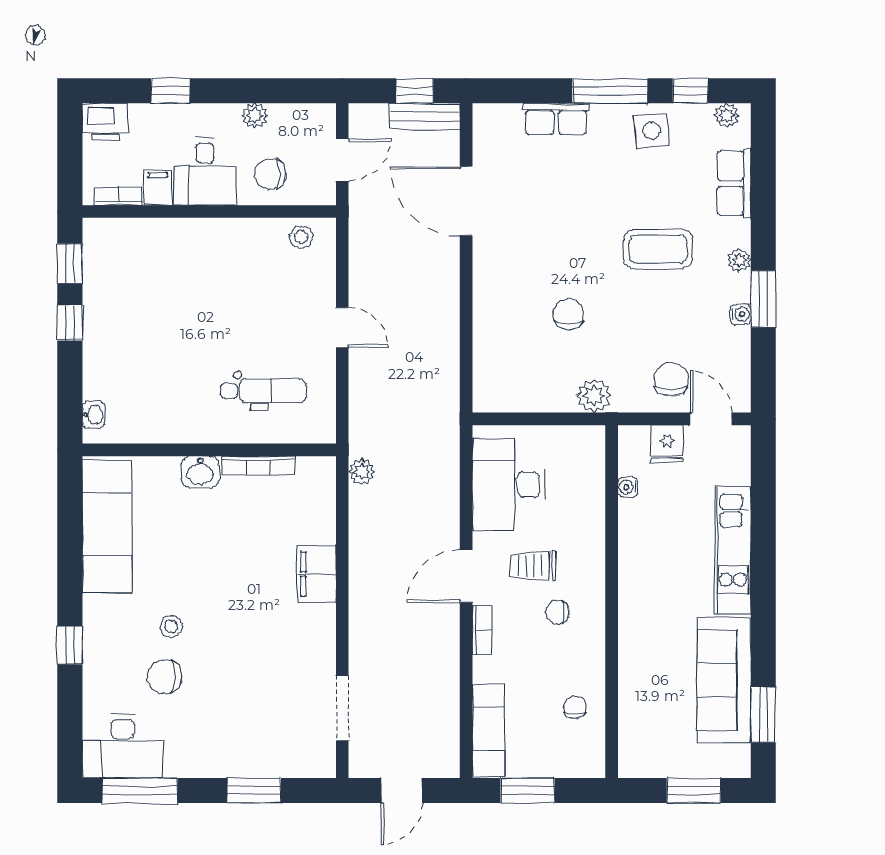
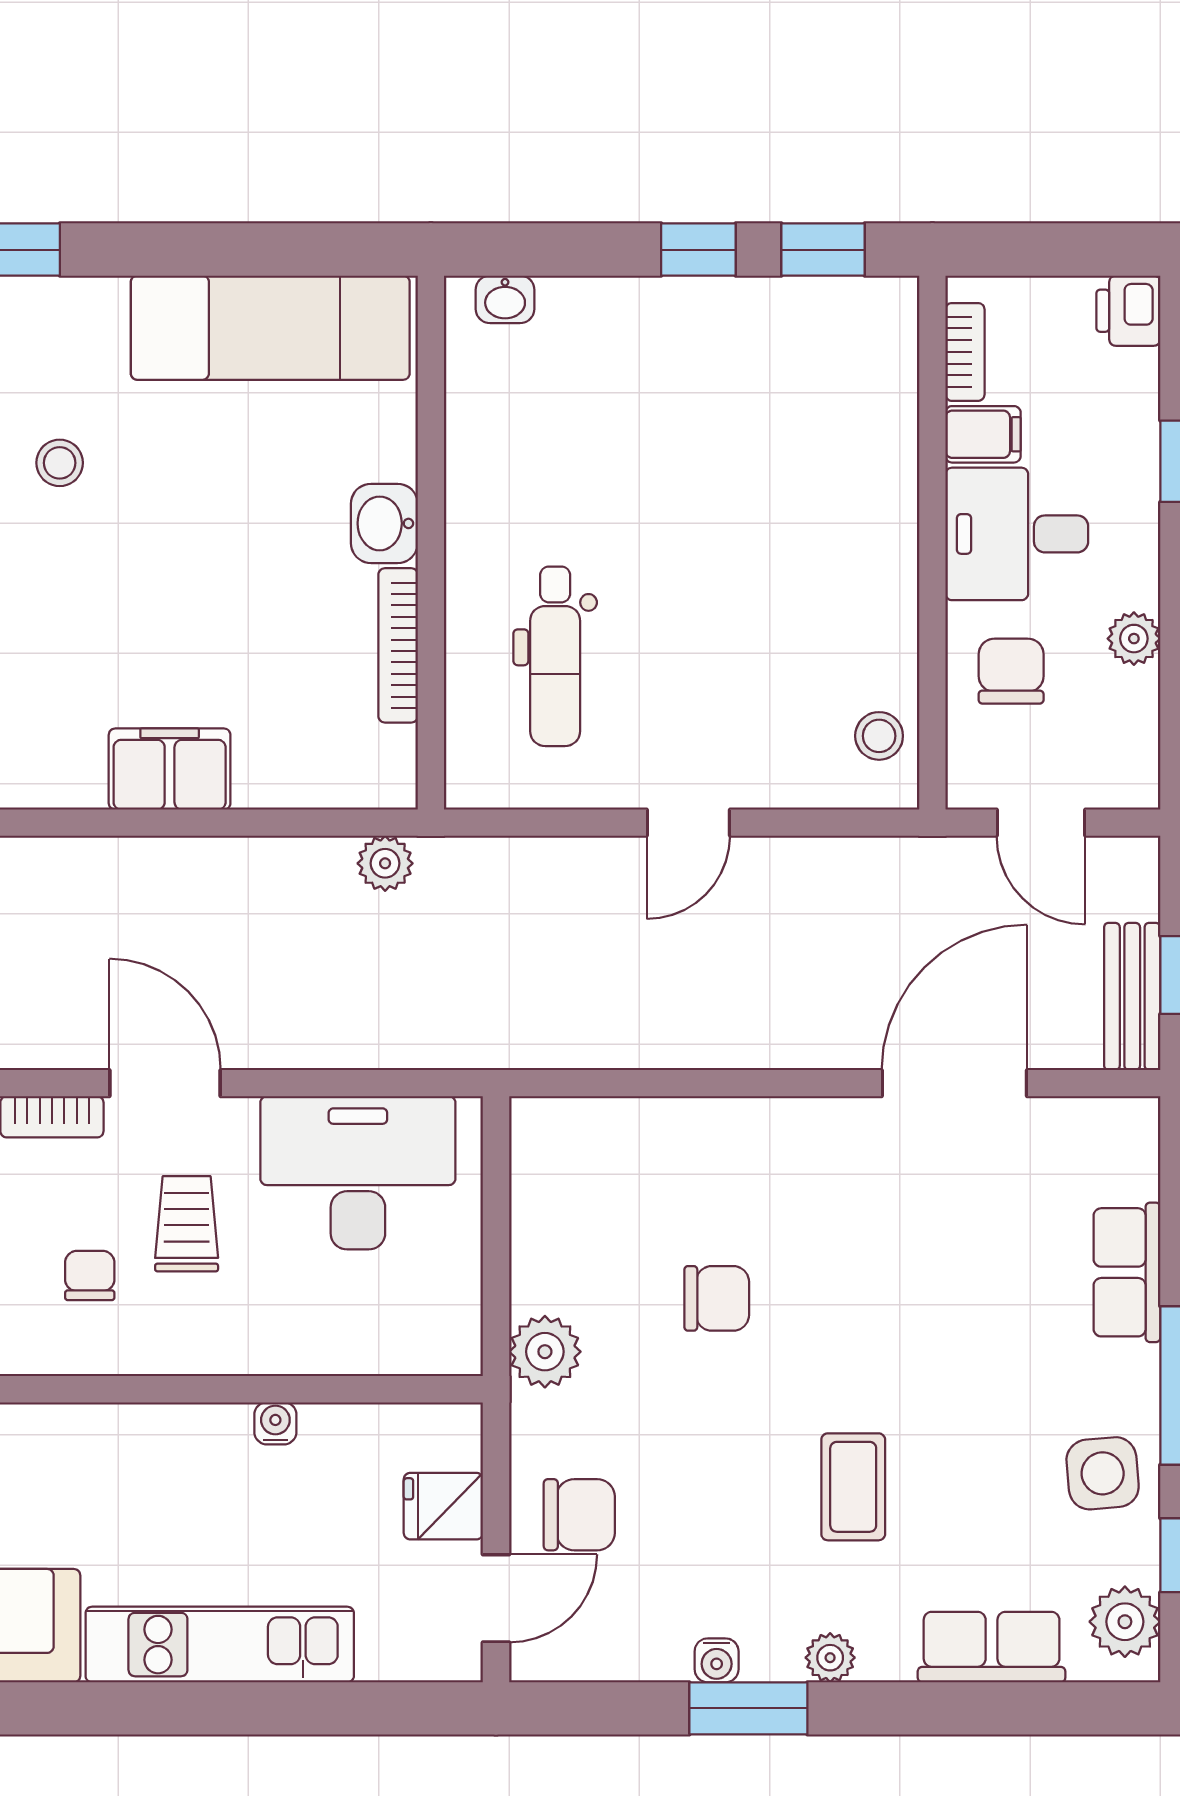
plant: (727, 115) -> (1125, 1622), width x1.38, depth x1.38
printer: (105, 122) -> (1128, 311), width x0.73, depth x0.81
coffee table: (658, 249) -> (853, 1487), width x0.73, depth x0.77
water cooler: (628, 487) -> (275, 1423), moved

